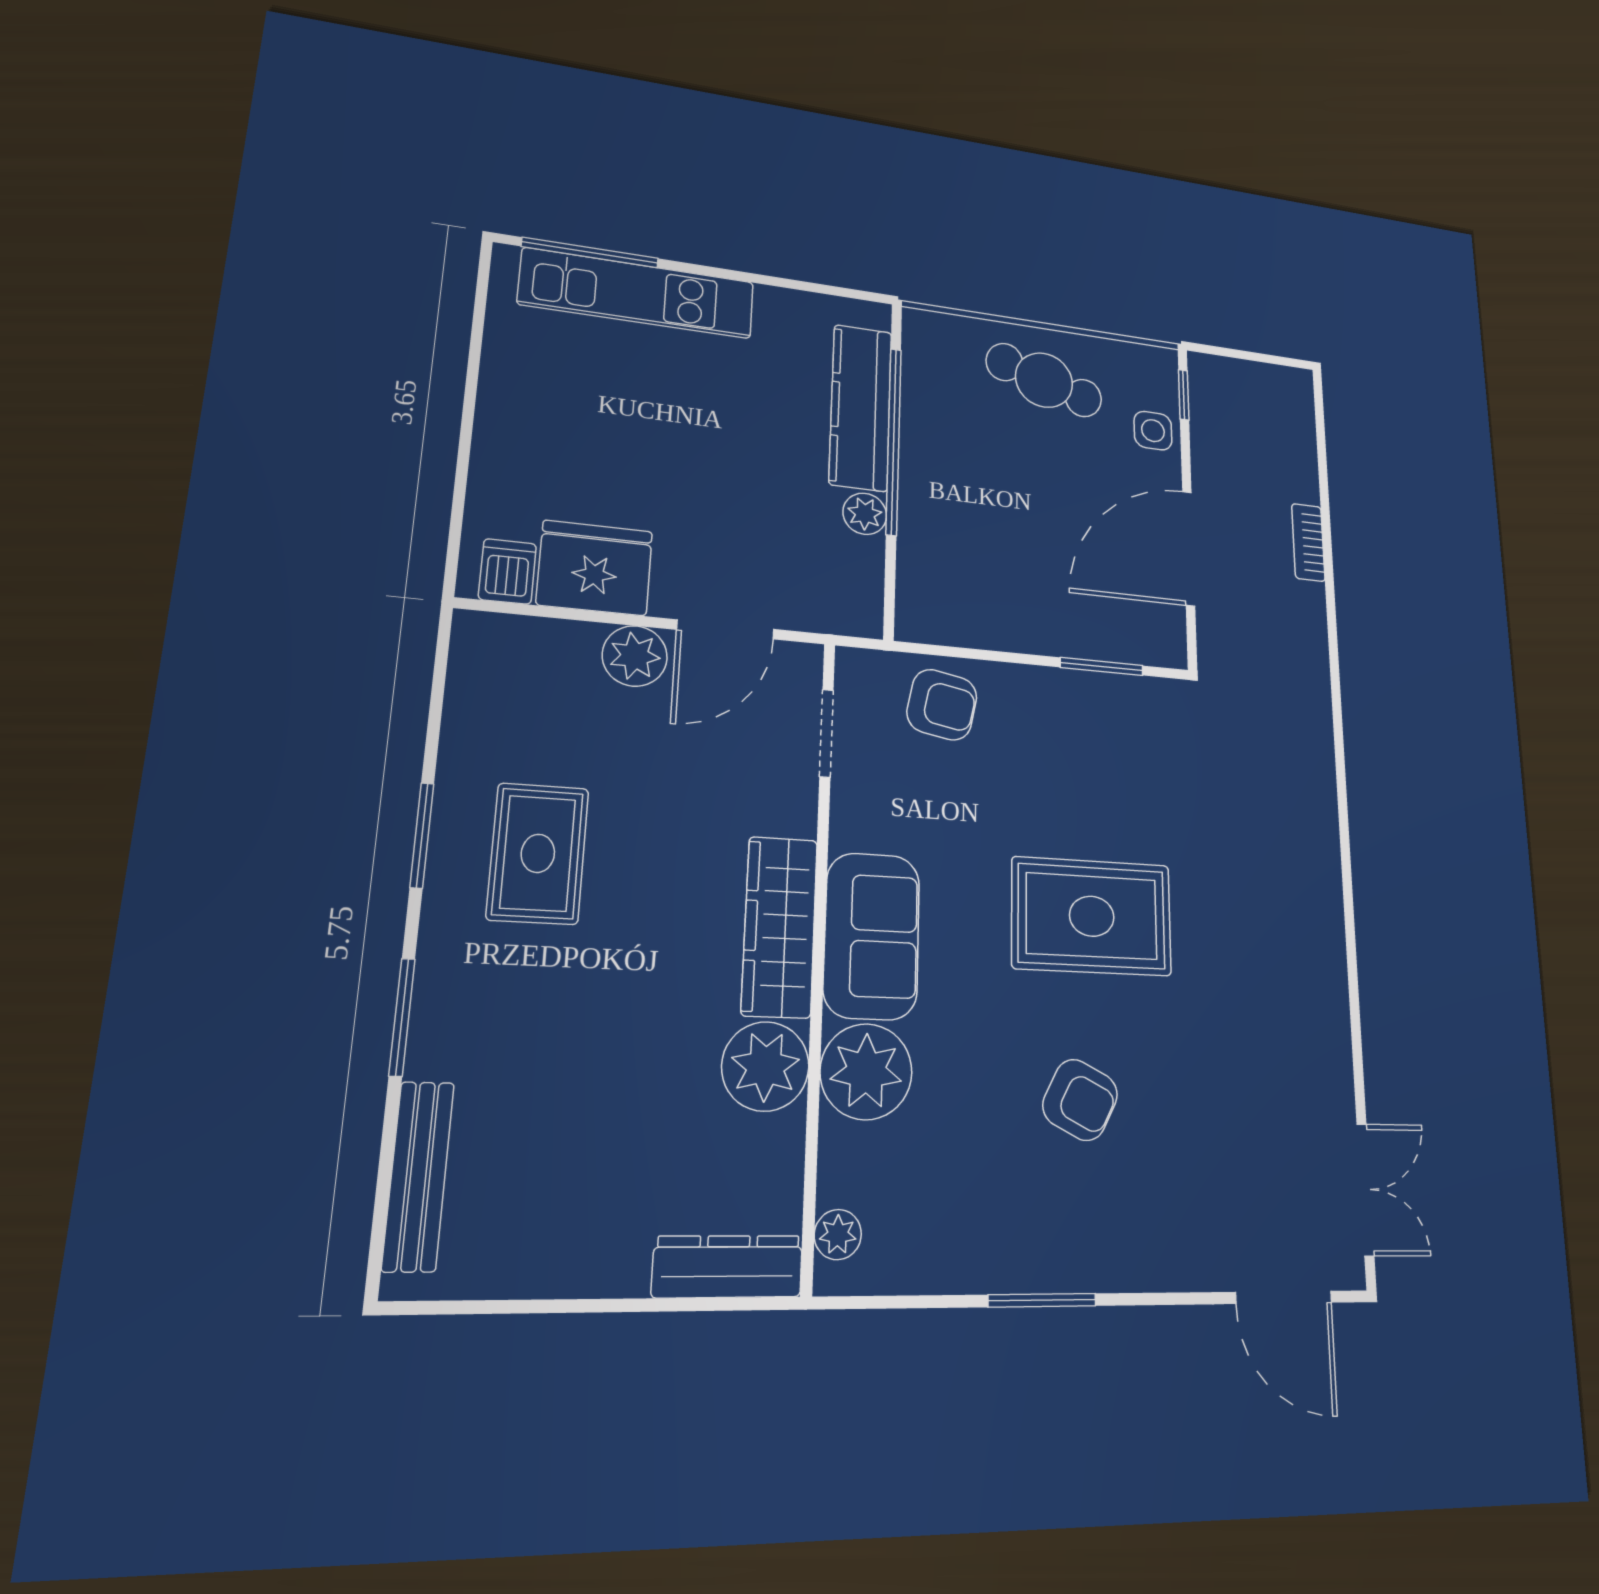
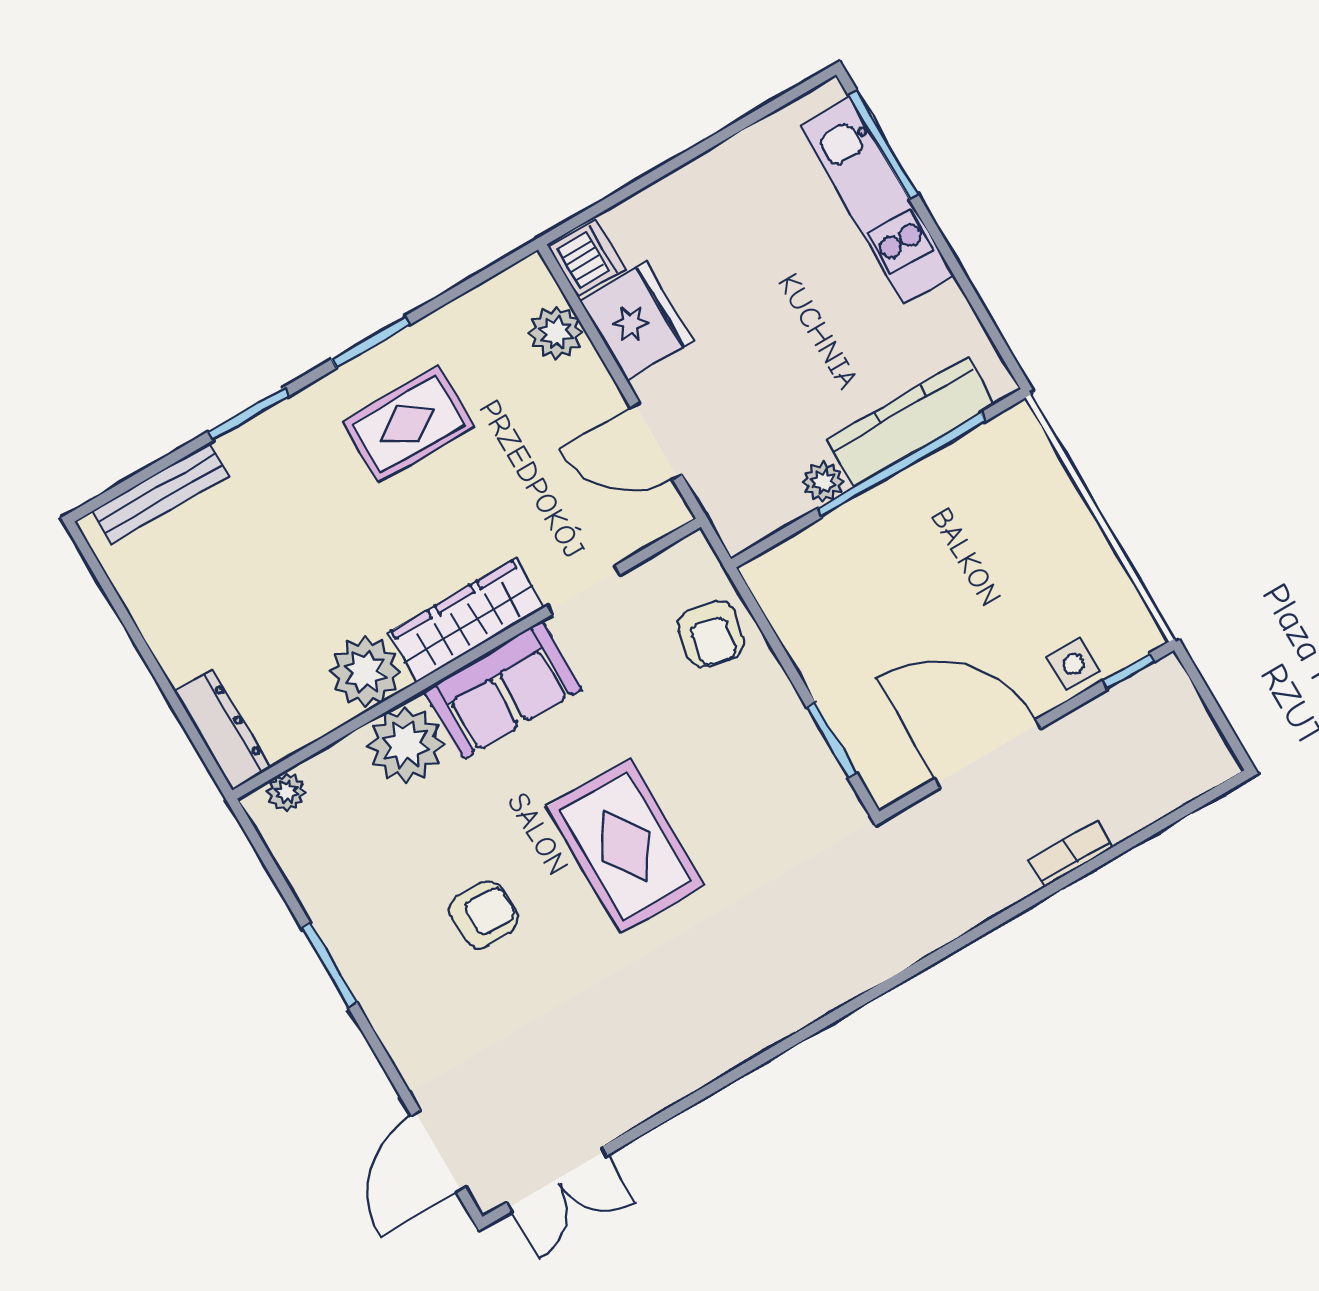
cafe table: (1044, 380) -> (1049, 549), removed
dishwasher: (507, 571) -> (586, 258), width x1.38
plant: (635, 656) -> (556, 333), moved
doorway: (826, 733) -> (583, 590), moved
armchair: (1080, 1100) -> (484, 915), turned -117

